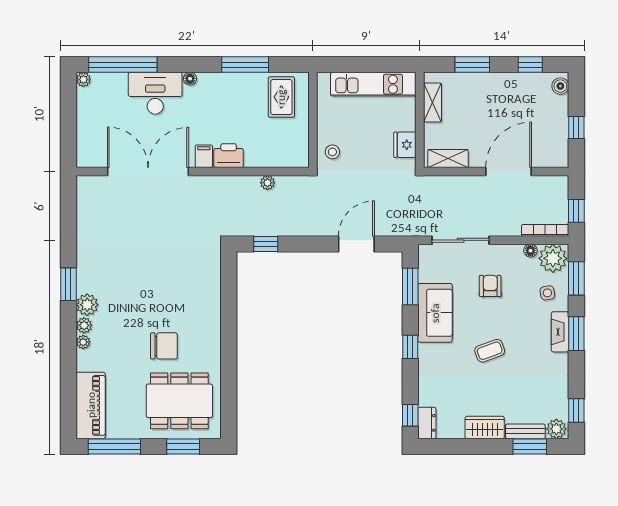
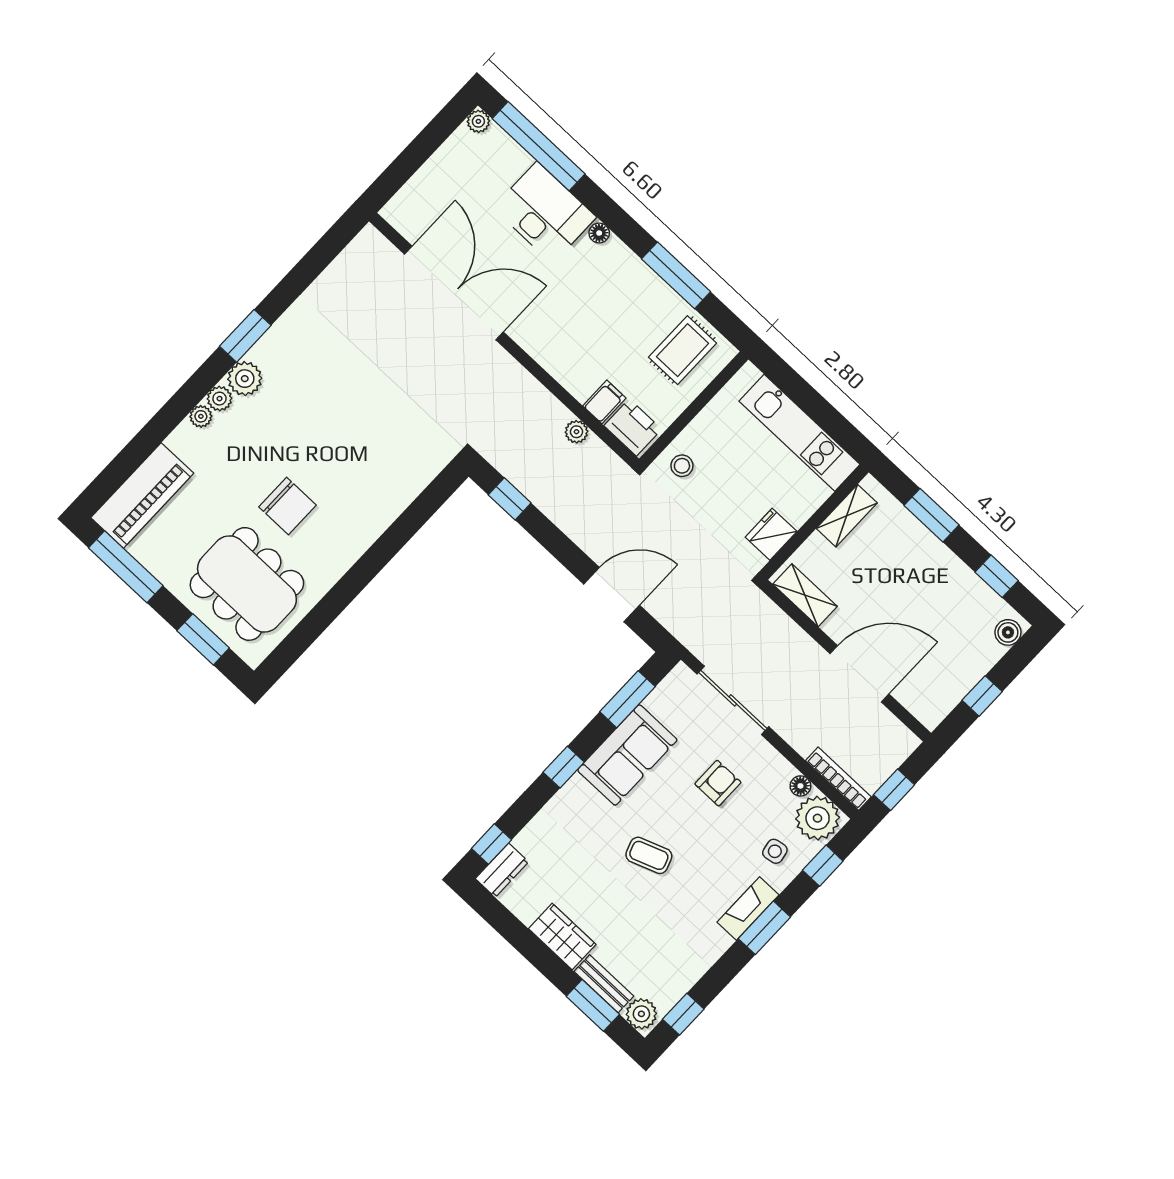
filing cabinet: (204, 156) -> (604, 402), moved
printer: (229, 156) -> (633, 427), moved
window: (576, 278) -> (823, 866), width x0.67

